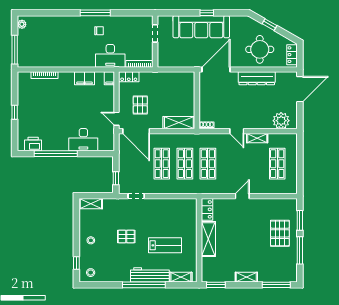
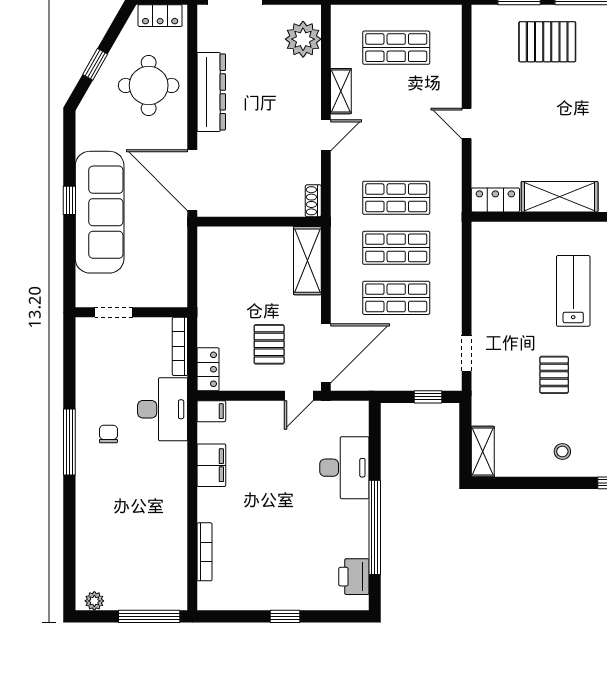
pallet: (140, 105) -> (269, 344), turned 90

